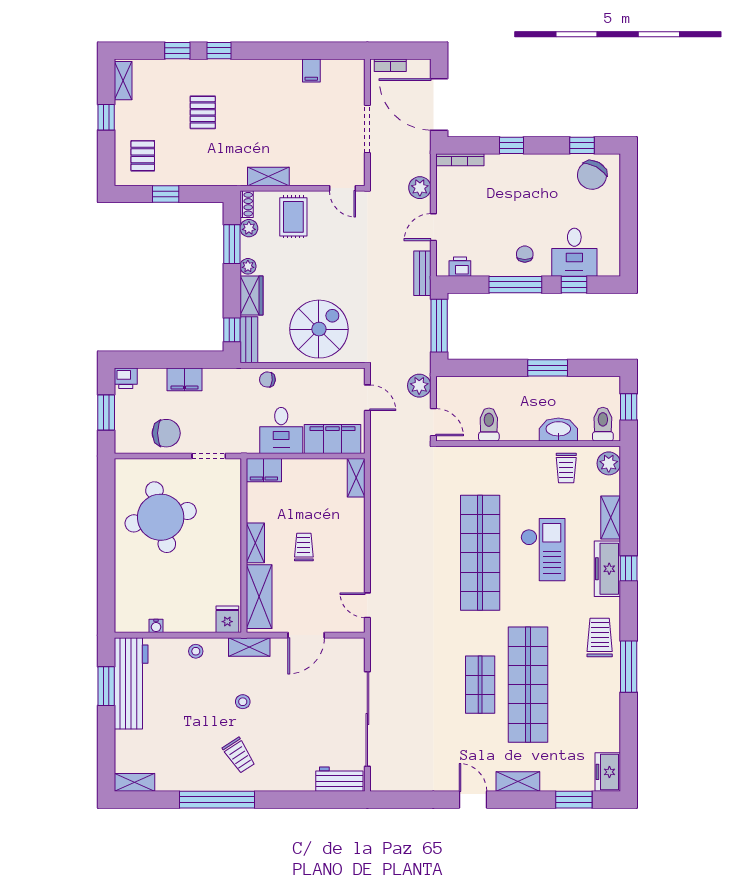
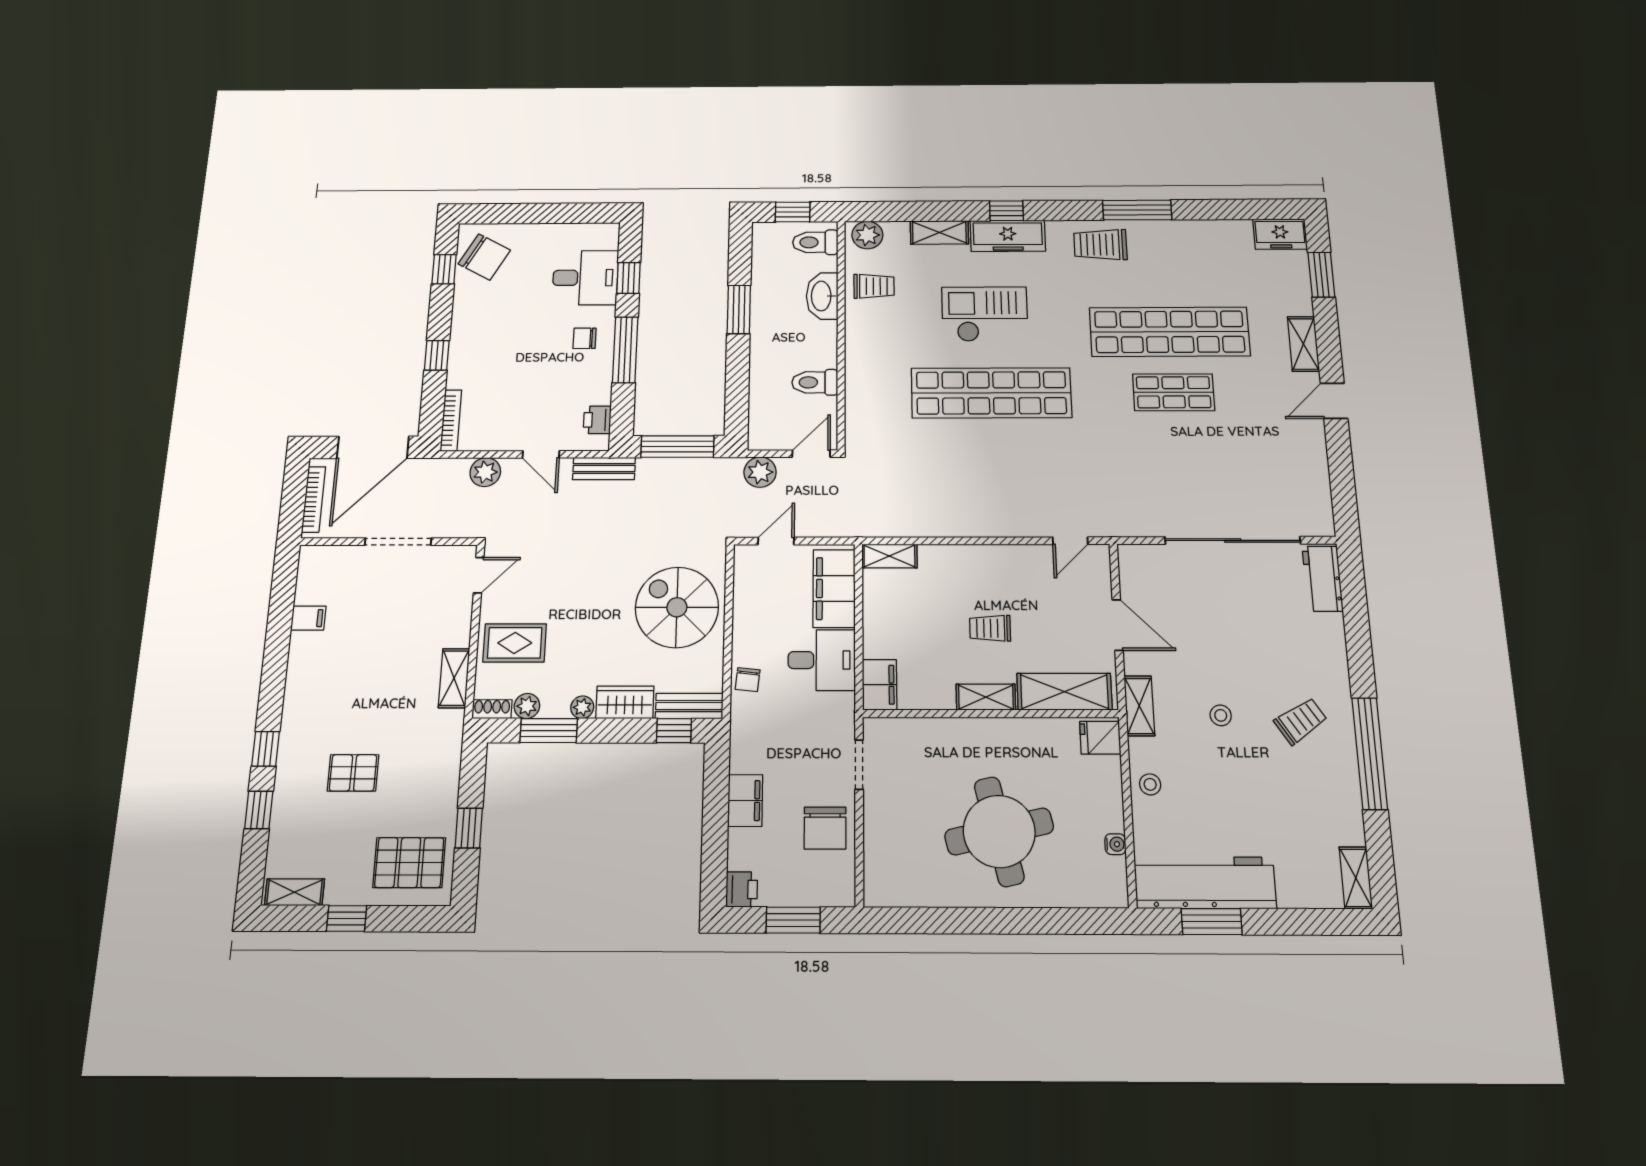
bookcase: (390, 65) -> (313, 499), width x1.56
pallet: (143, 156) -> (409, 863), width x1.50, depth x1.42
chair: (166, 433) -> (825, 828), turned 180
round table: (161, 517) -> (999, 831), moved

